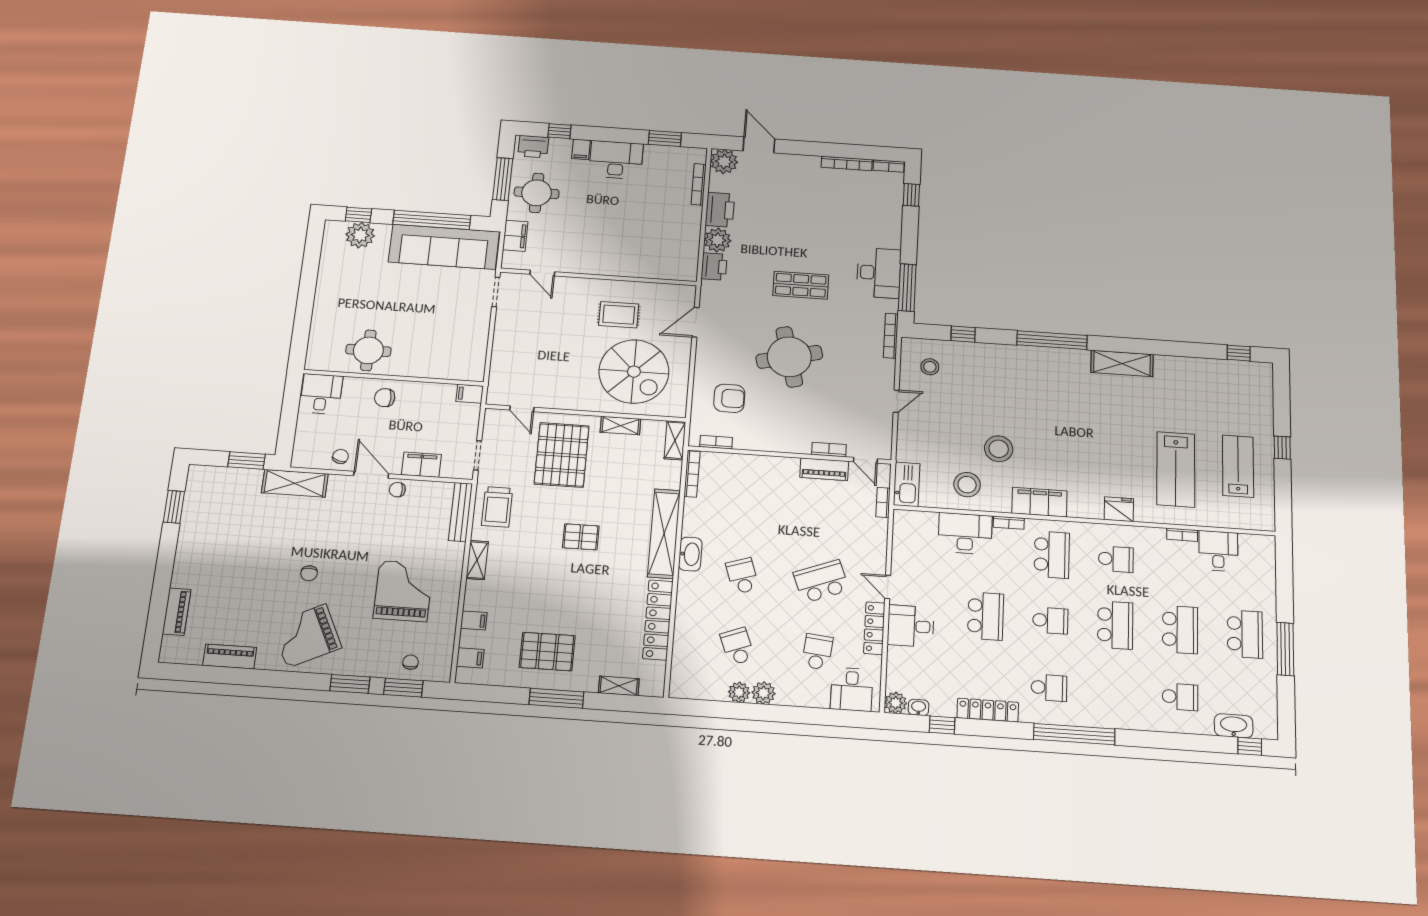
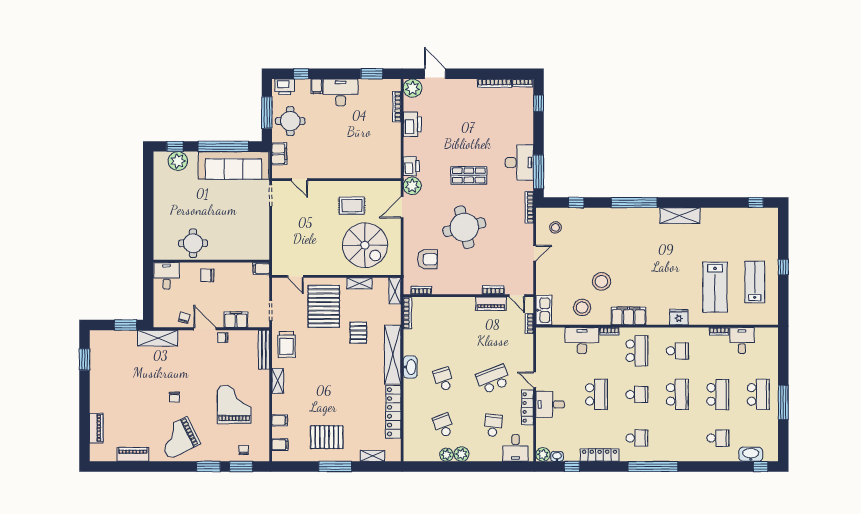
plant: (718, 240) -> (412, 186), moved
pallet: (581, 537) -> (358, 333), moved, turned 90

